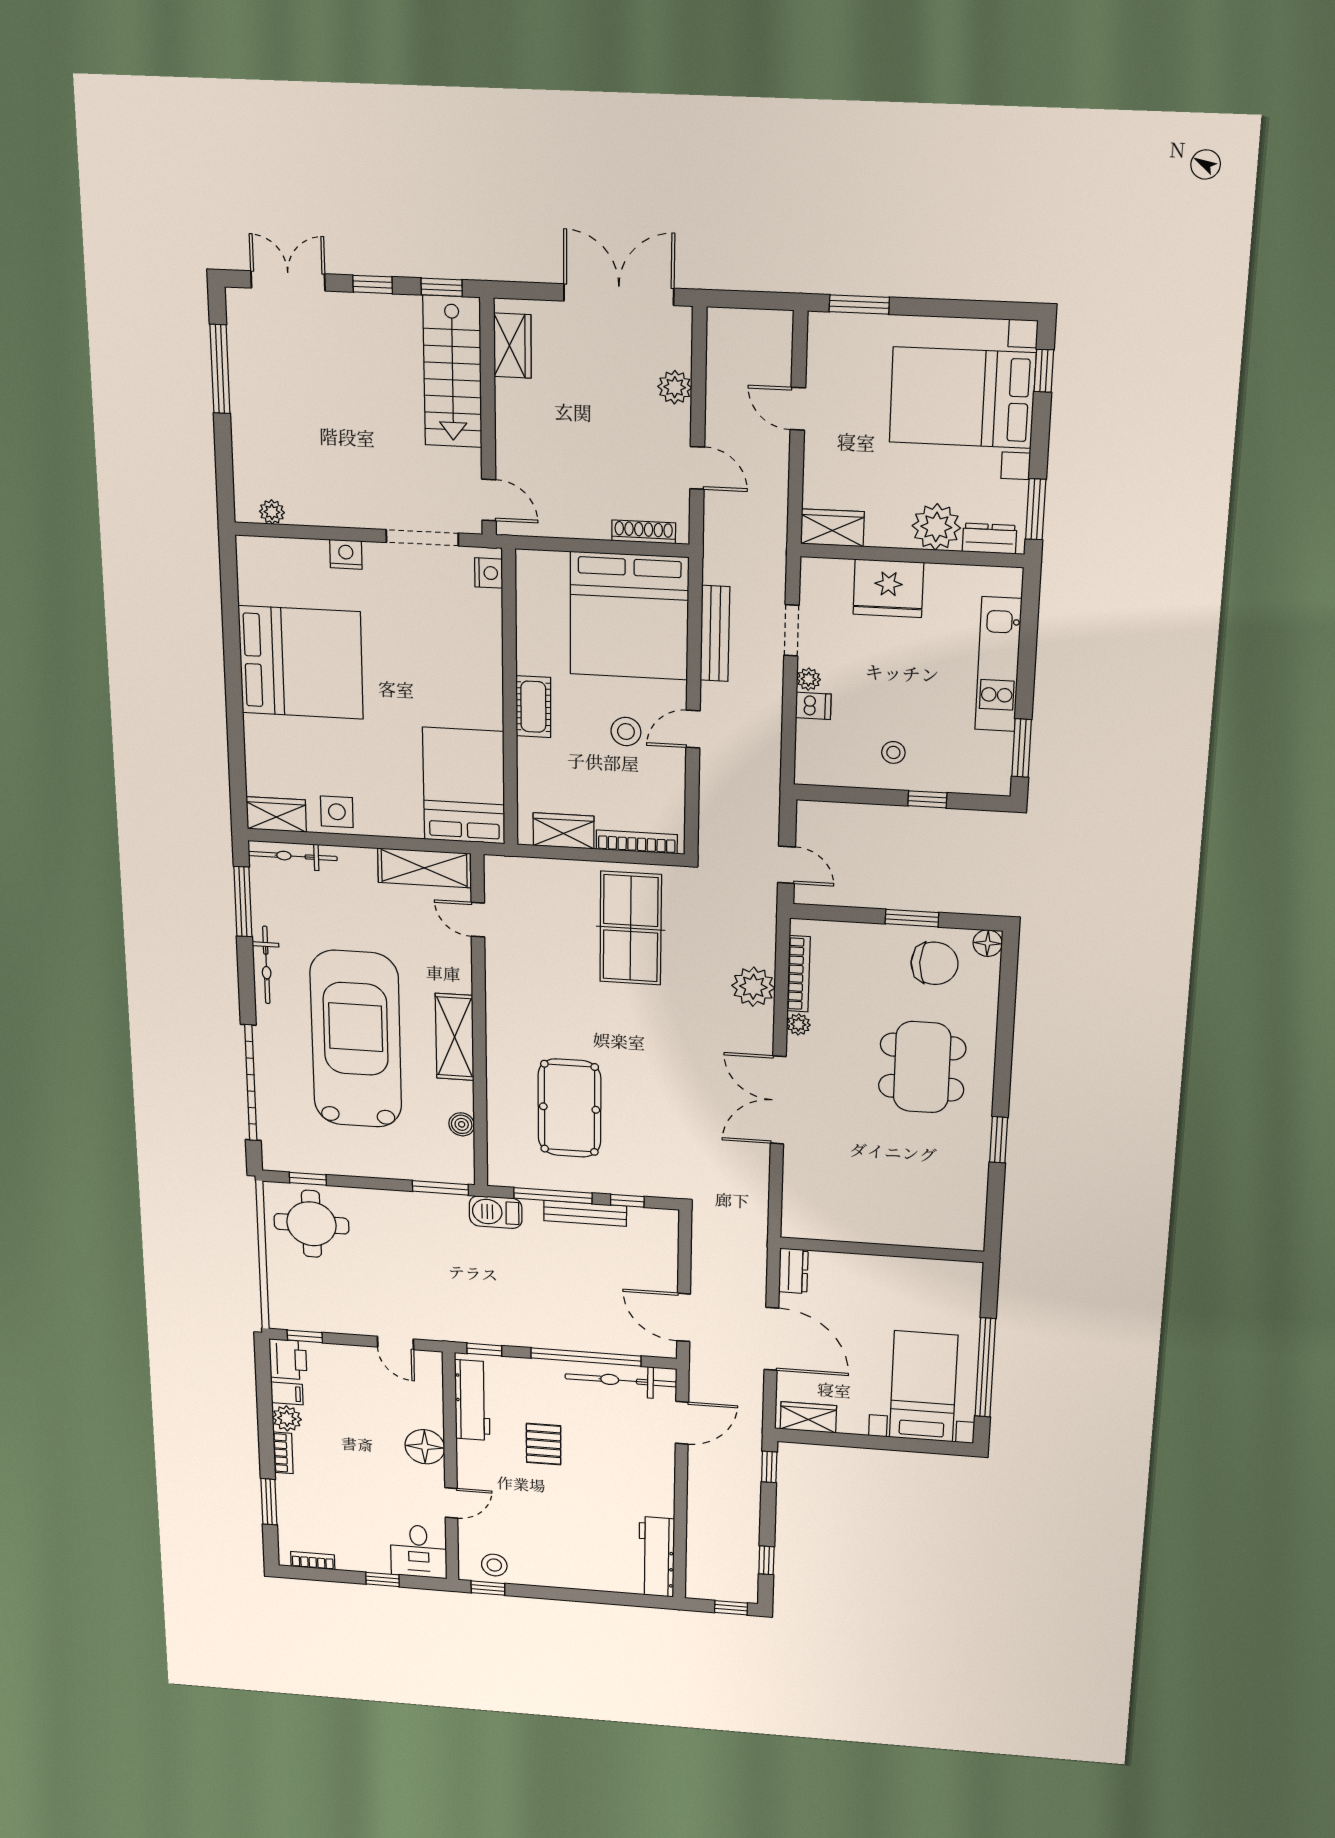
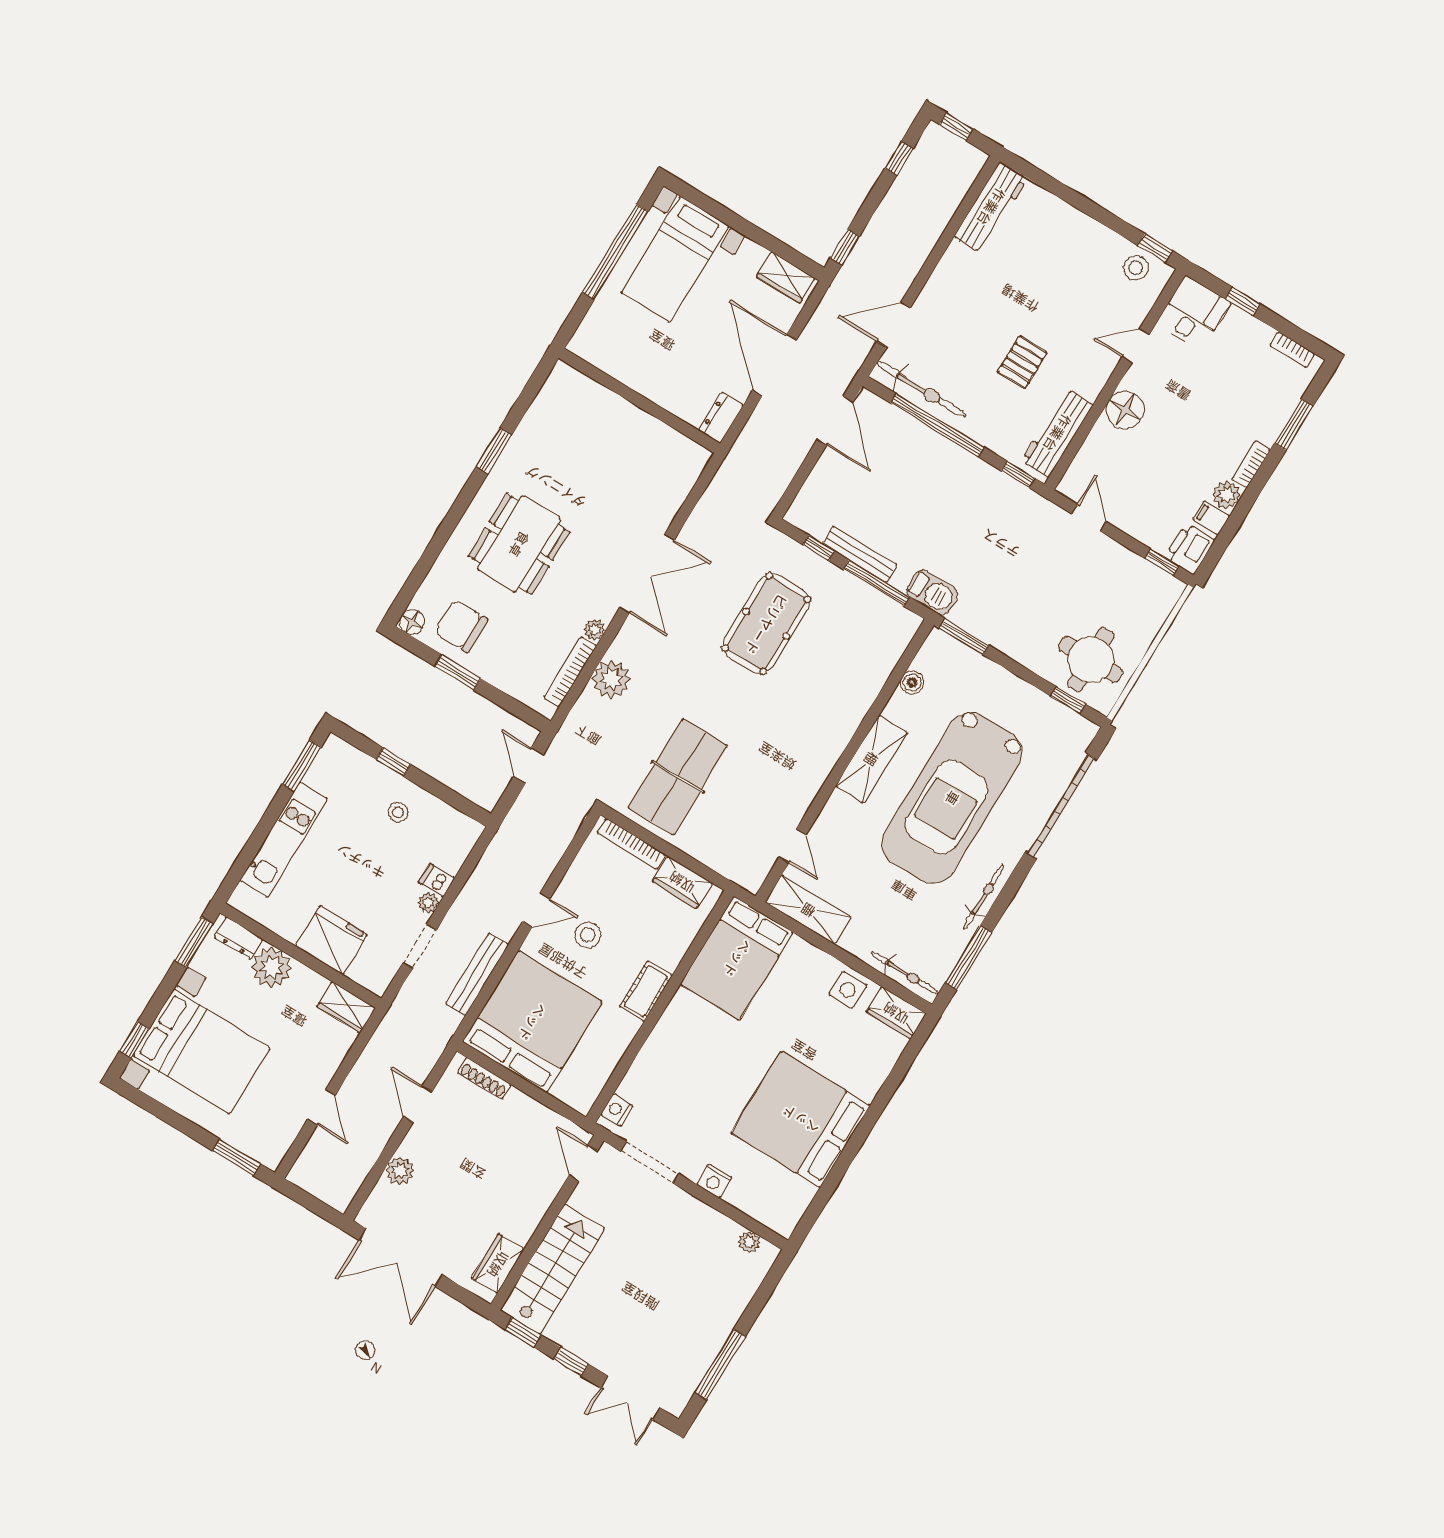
pool table: (570, 1108) -> (766, 624), moved

